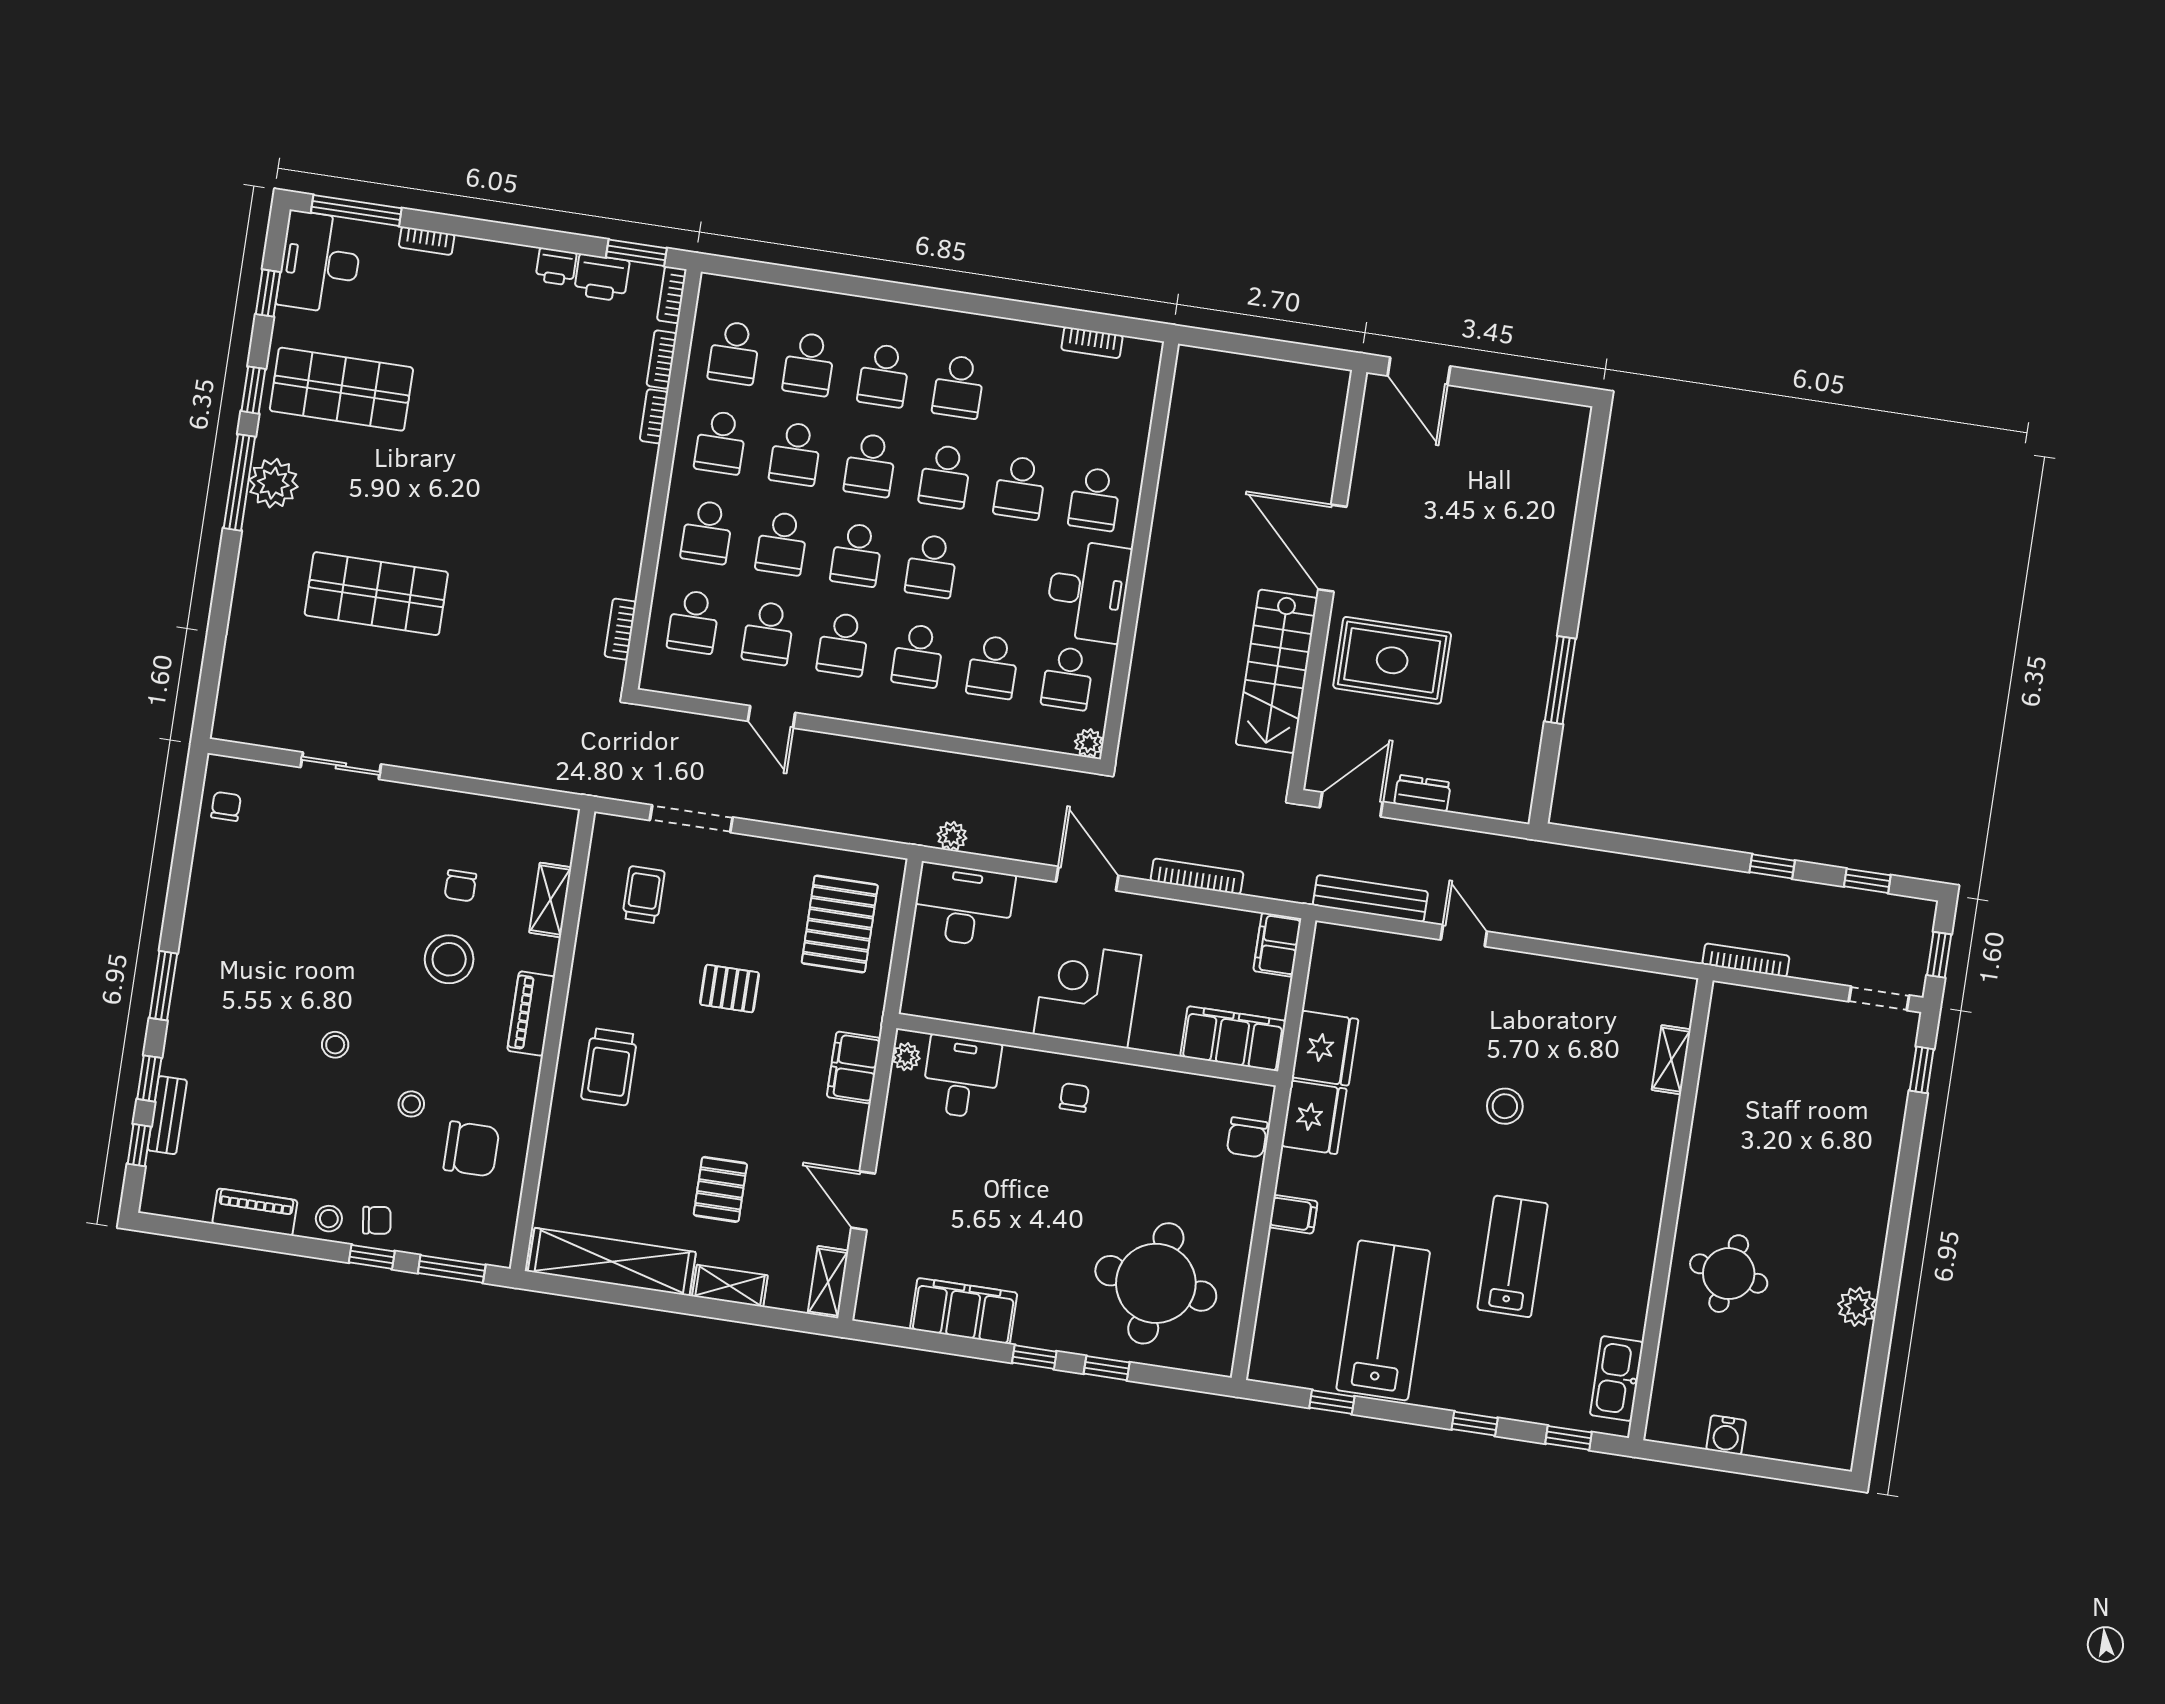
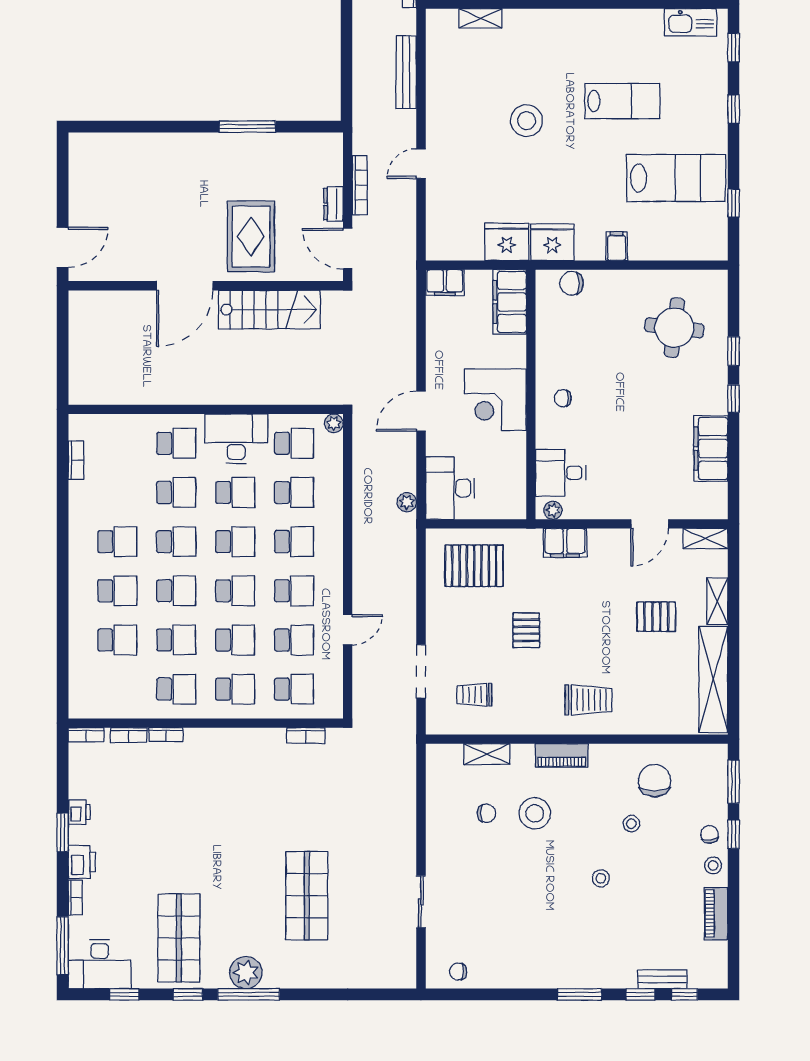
window: (636, 253) -> (63, 832), moved
printer: (602, 278) -> (82, 862), moved
school desk: (734, 353) -> (235, 492), moved
bookcase: (1197, 876) -> (360, 185), moved, turned 180
bench: (1370, 898) -> (406, 72), moved
stool: (1505, 1106) -> (527, 121), width x1.38, depth x1.38
chair: (1247, 1137) -> (572, 283), turned 180
lab bench: (1513, 1256) -> (622, 101), turned 180
round table: (1156, 1283) -> (674, 328), width x0.73, depth x0.73
lab bench: (1383, 1320) -> (676, 178), turned 180

